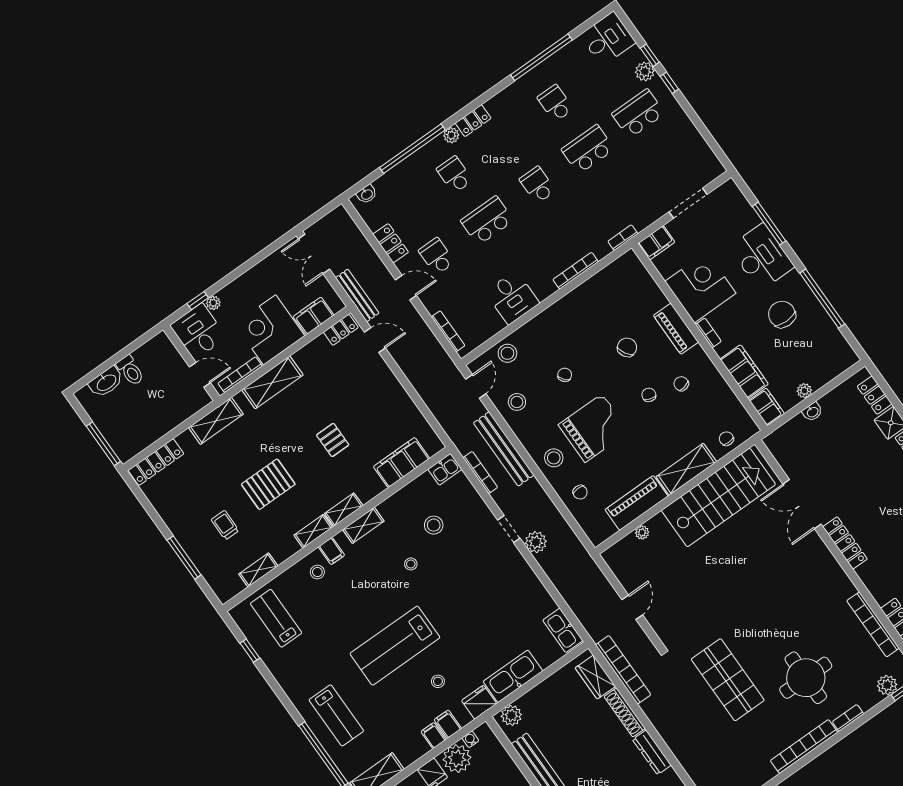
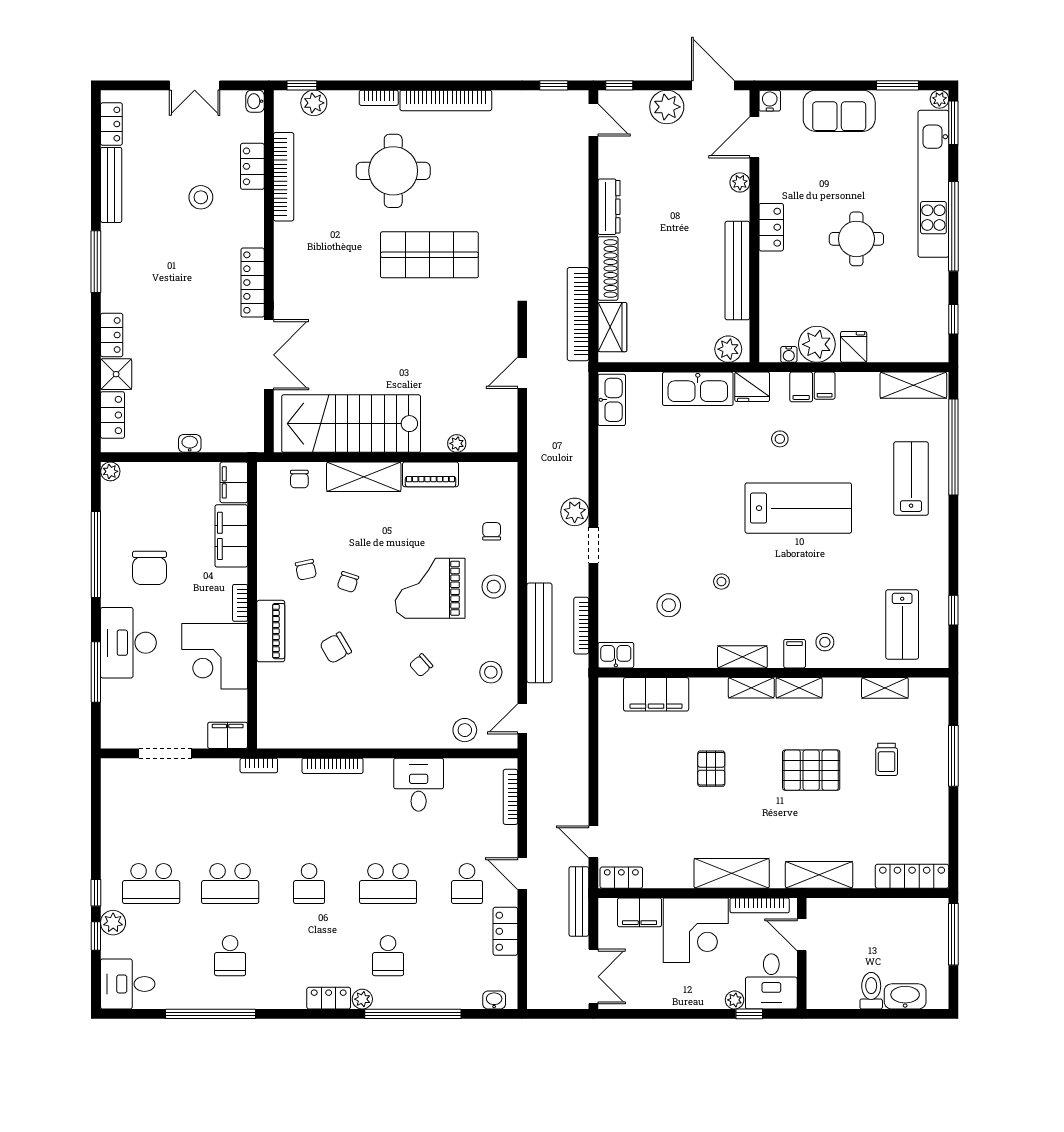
plant: (804, 391) -> (110, 471), moved
piano: (636, 503) -> (431, 474), width x0.73, depth x0.75
shop shelf: (728, 680) -> (429, 255), moved, turned 90

